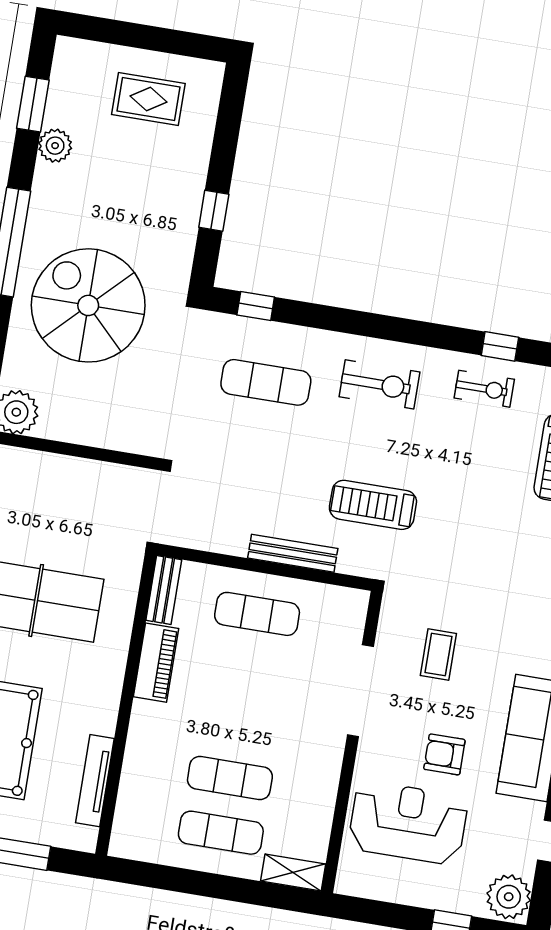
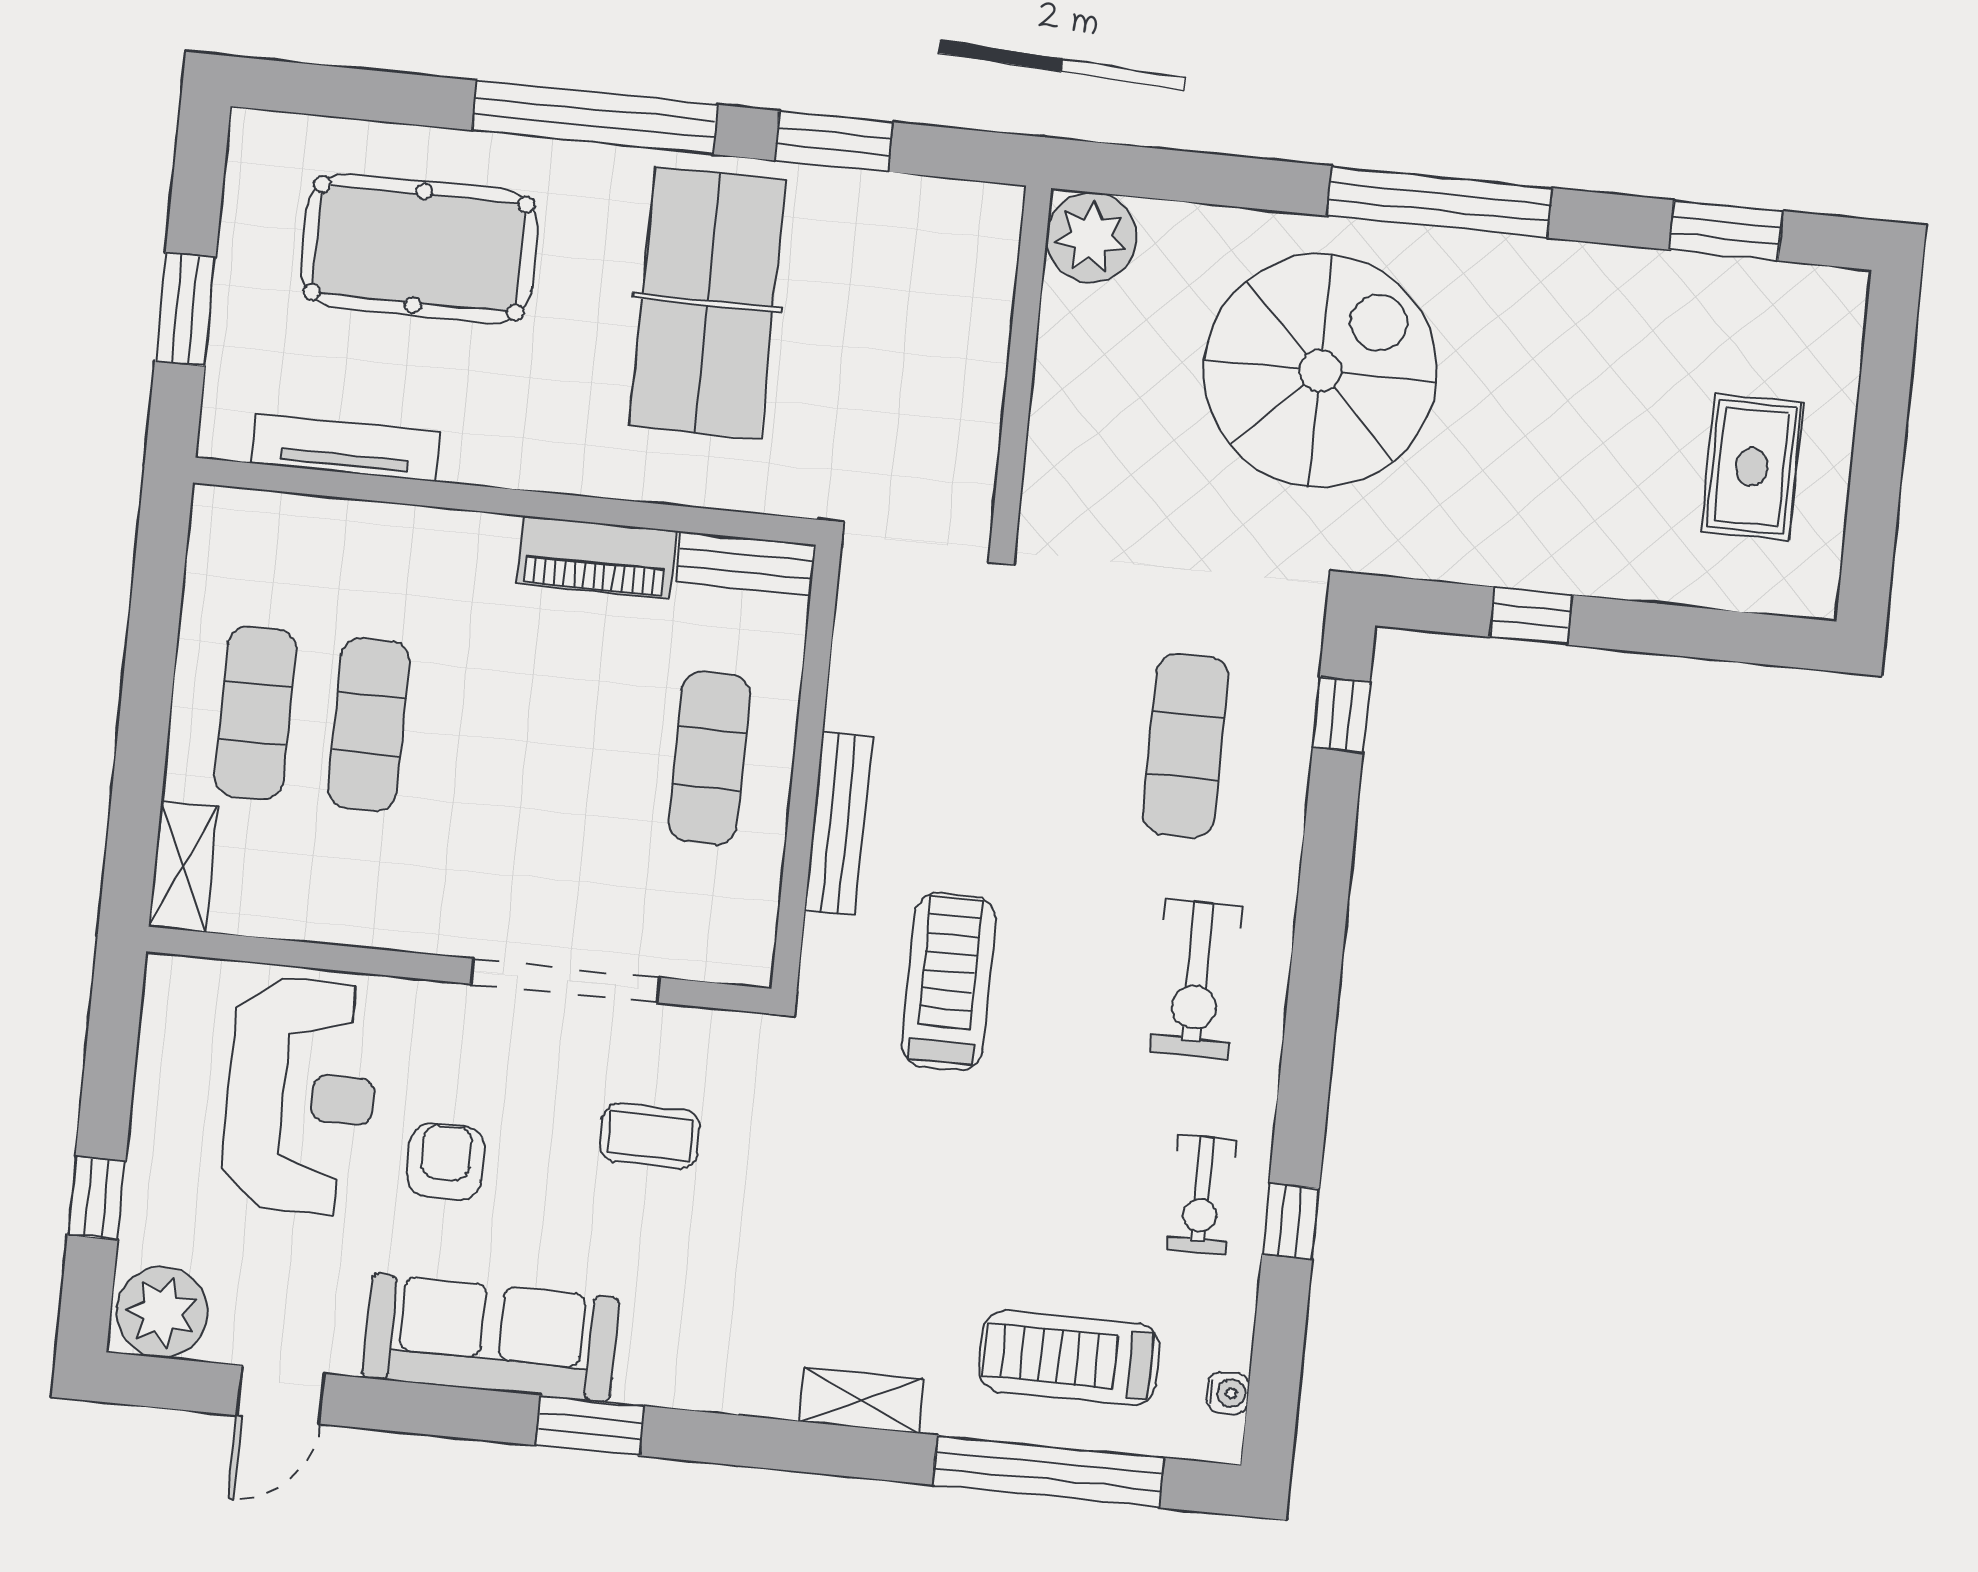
plant: (55, 146) -> (1644, 282), removed

